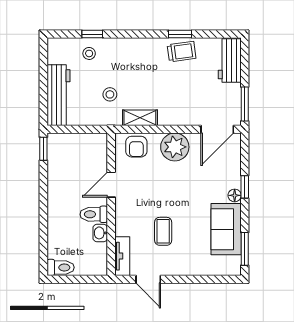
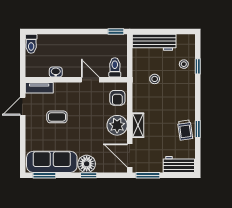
shelving: (140, 118) -> (138, 125), moved
armchair: (136, 147) -> (117, 98), turned -90
floor lamp: (235, 195) -> (87, 164), width x1.89, depth x1.89
toilet: (94, 214) -> (115, 67), moved
sofa: (226, 229) -> (52, 162), width x1.36

